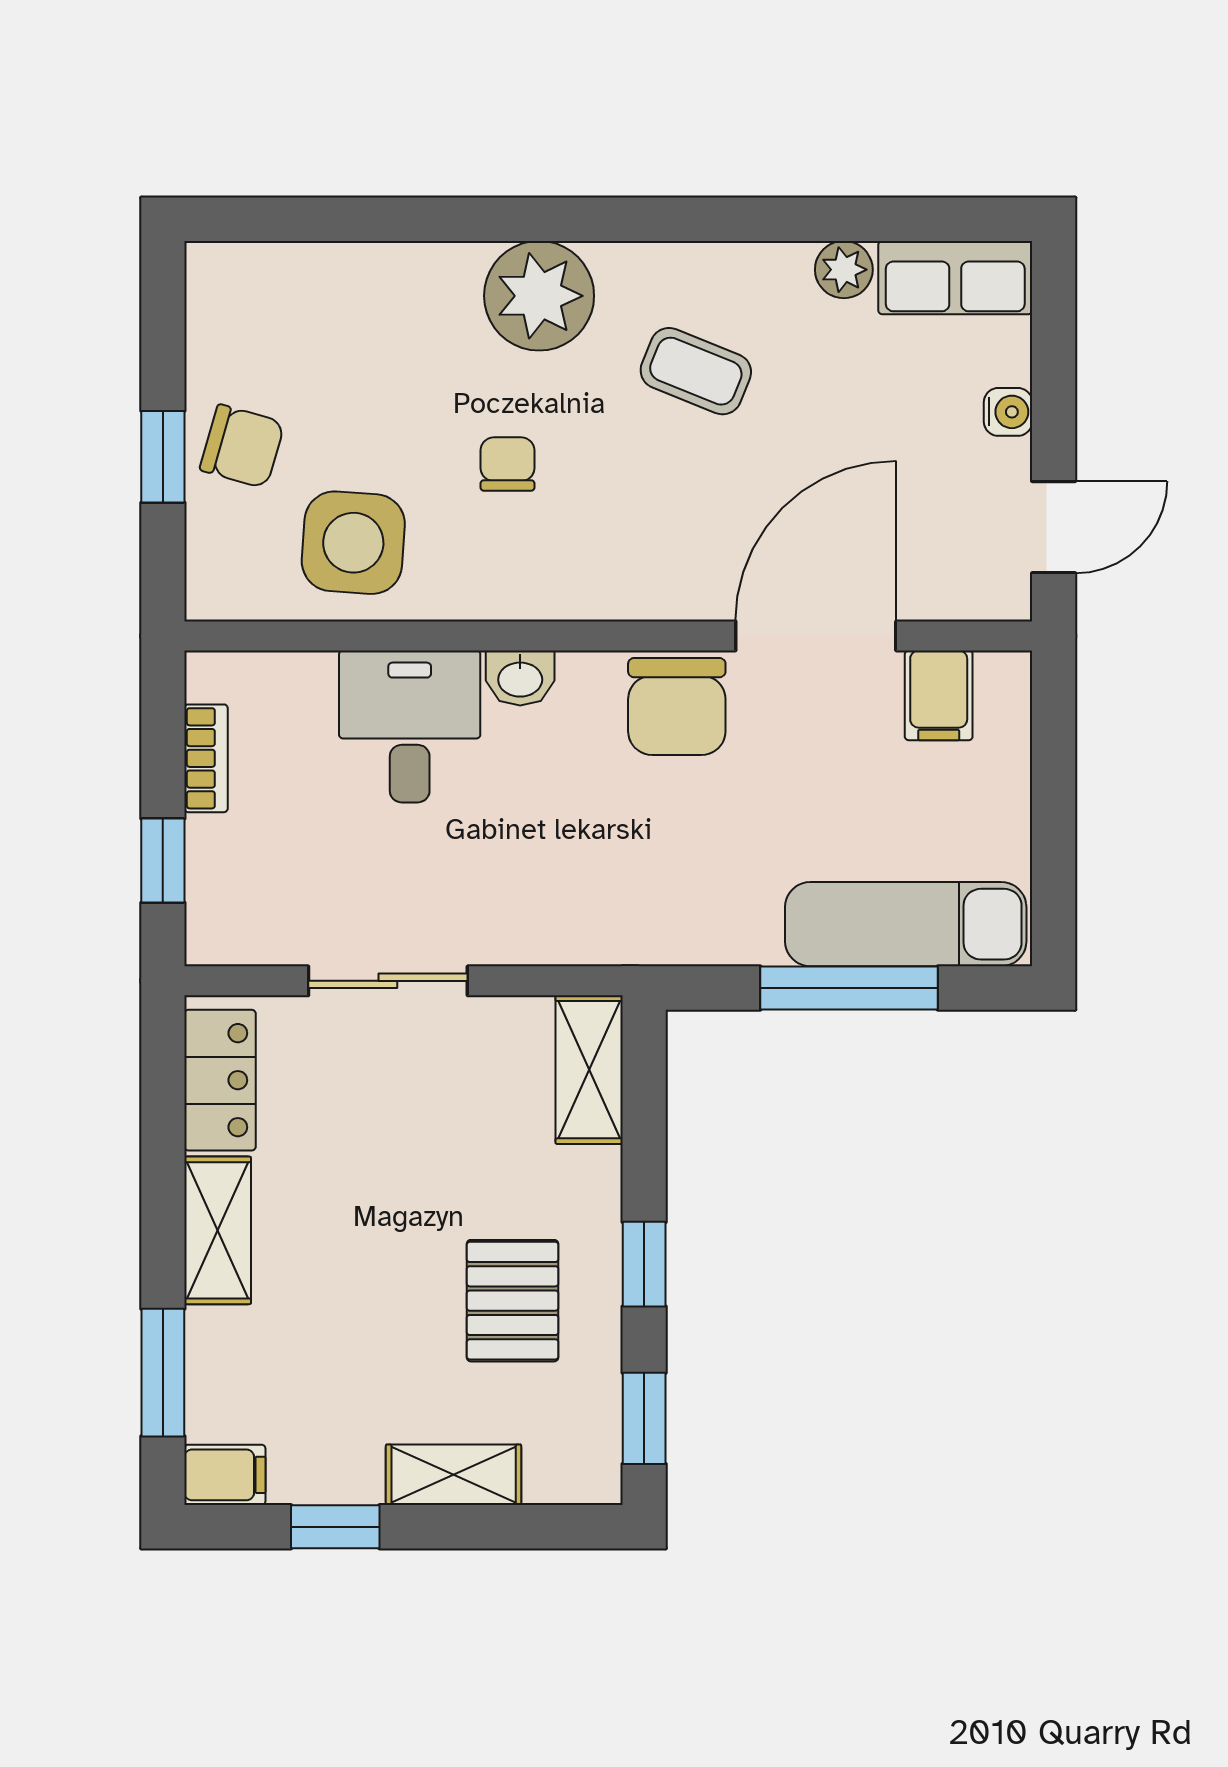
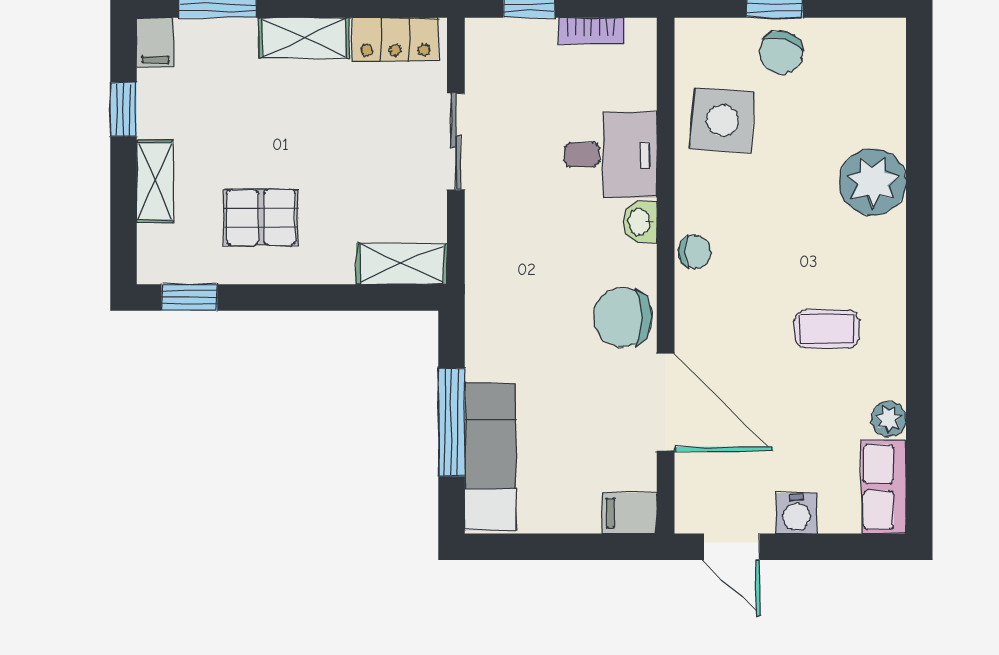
plant: (539, 296) -> (873, 182), moved
coffee table: (696, 371) -> (827, 329), turned 68
water cooler: (1008, 412) -> (796, 513), width x1.38, depth x1.38
chair: (507, 464) -> (695, 252), moved
filing cabinet: (939, 695) -> (630, 513), moved
window: (644, 1264) -> (283, 298), removed

